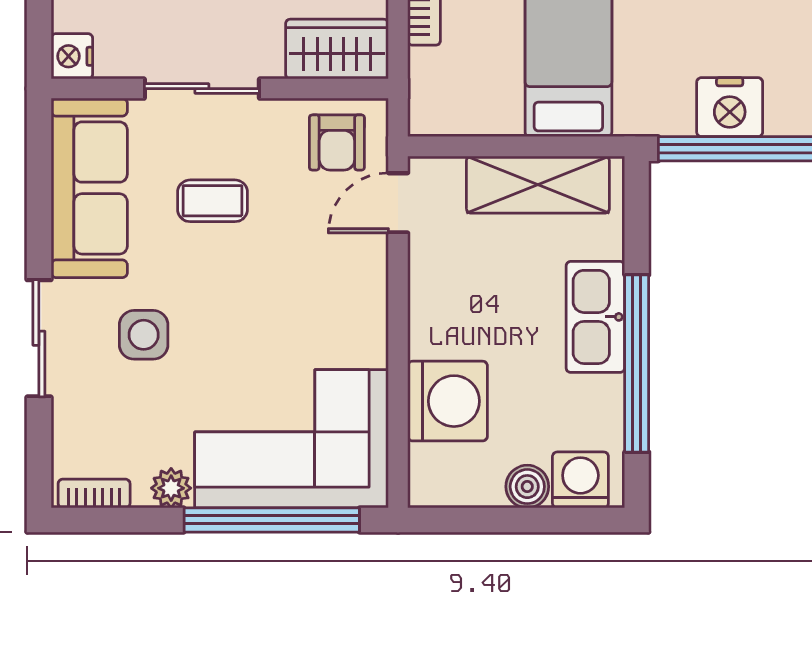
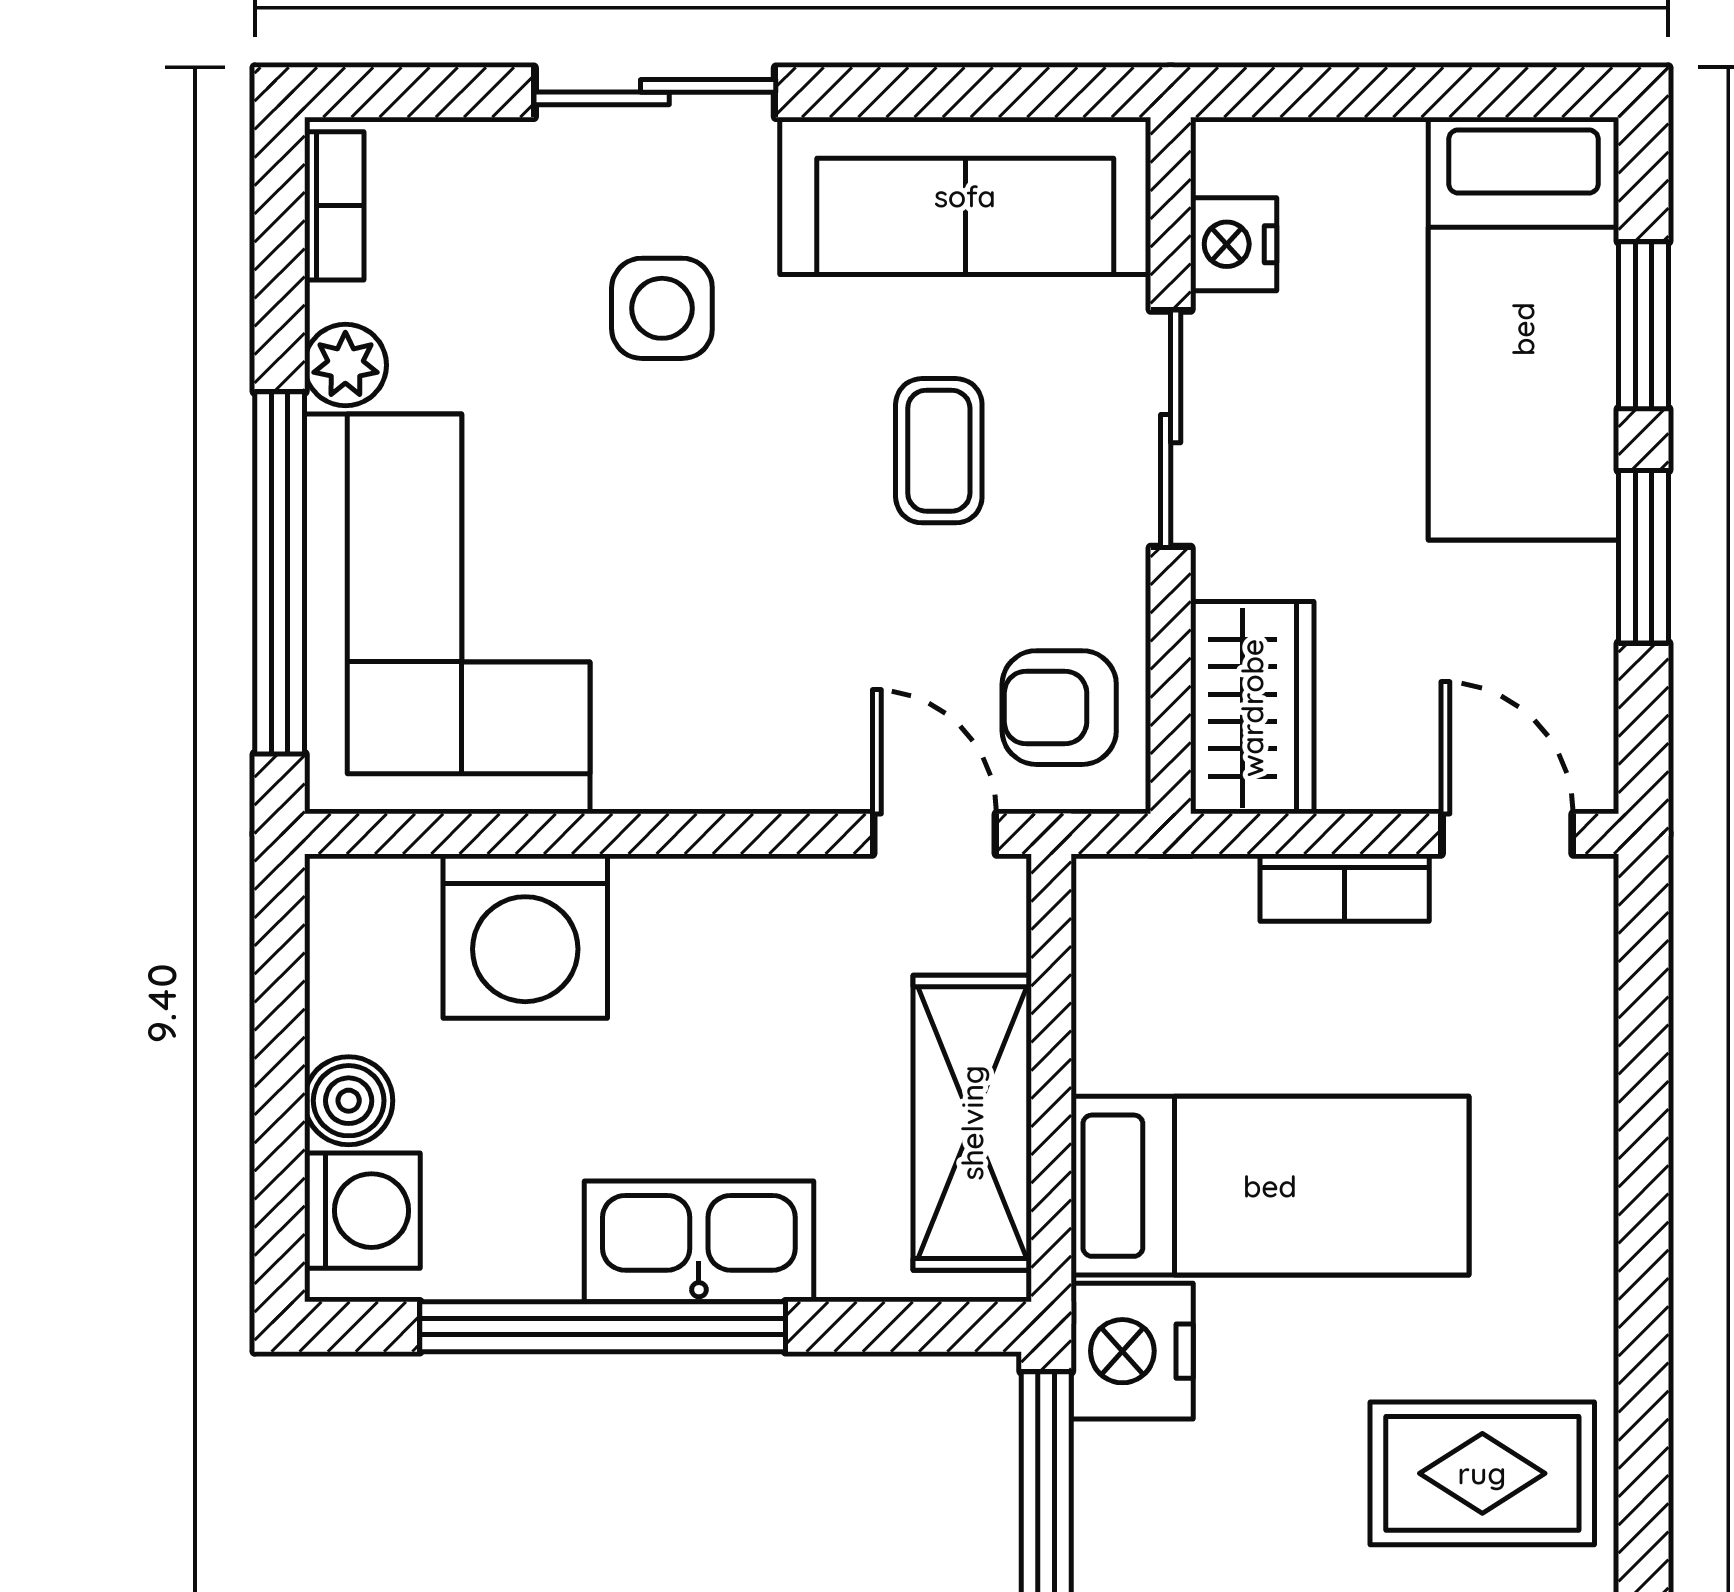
nightstand: (72, 56) -> (1234, 244), moved, turned -90
nightstand: (730, 107) -> (1132, 1351), moved

